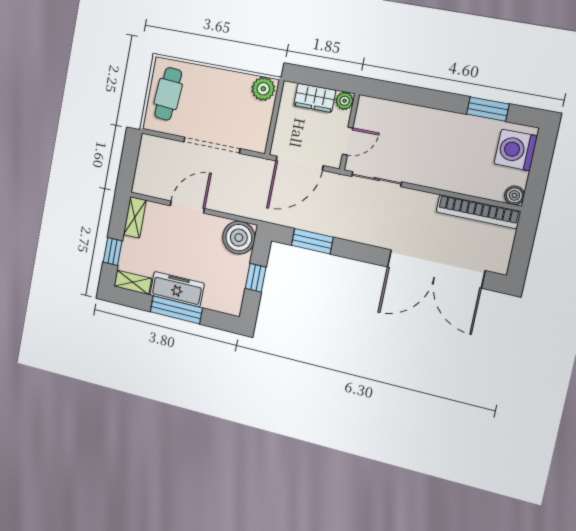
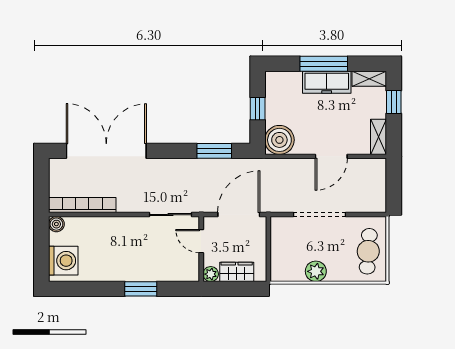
plant: (263, 89) -> (316, 271), moved
window: (488, 109) -> (141, 289), moved
door: (348, 141) -> (201, 241), hinge flipped

